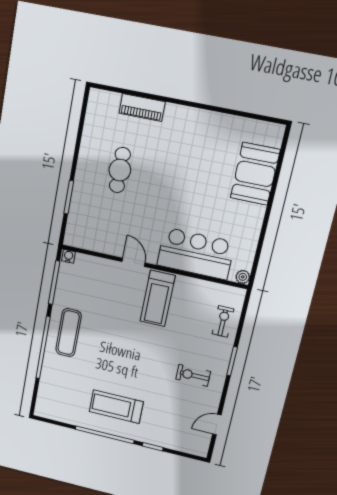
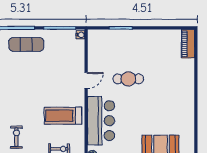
piano: (142, 107) -> (188, 44), moved
cafe table: (120, 170) -> (128, 79), moved
treadmill: (158, 299) -> (63, 116), moved

